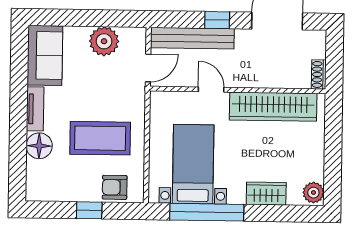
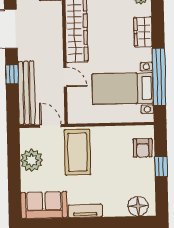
door: (211, 90) -> (65, 77), swing flipped
coffee table: (100, 138) -> (77, 152), moved
floor lamp: (39, 146) -> (138, 206), moved

